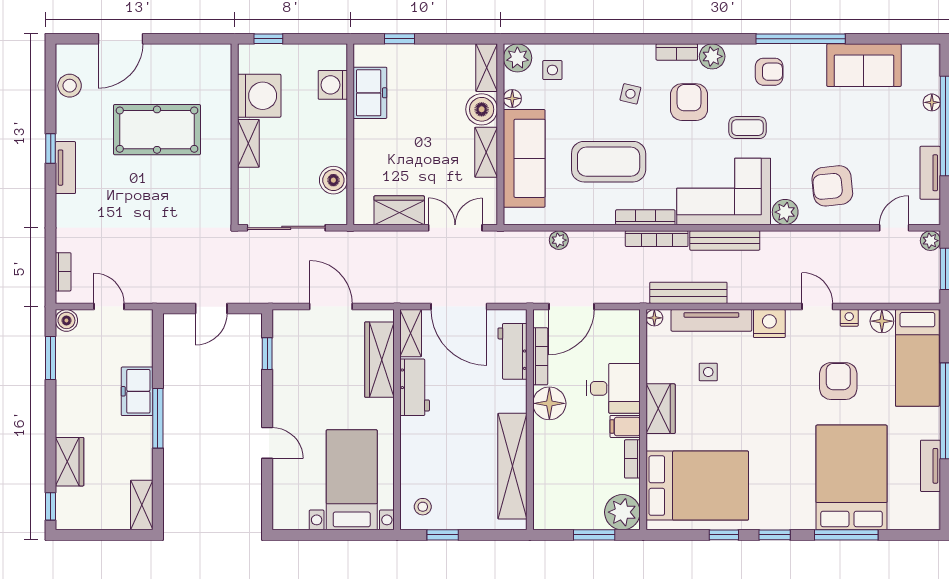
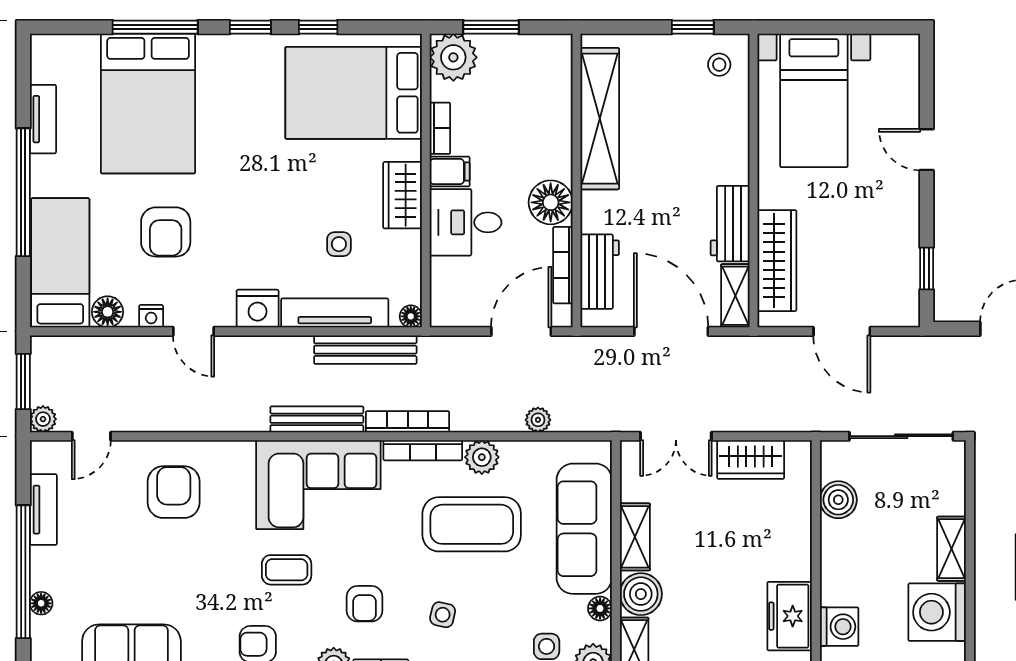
armchair: (689, 102) -> (365, 604), width x0.72, depth x0.72
armchair: (832, 186) -> (174, 492), turned -84
plant: (785, 212) -> (482, 457), moved

